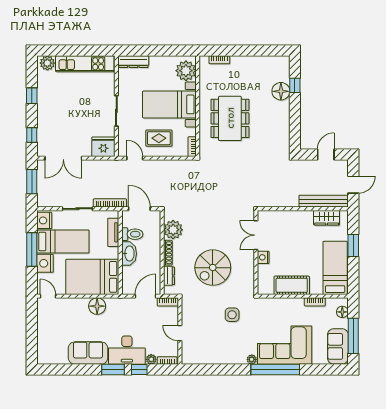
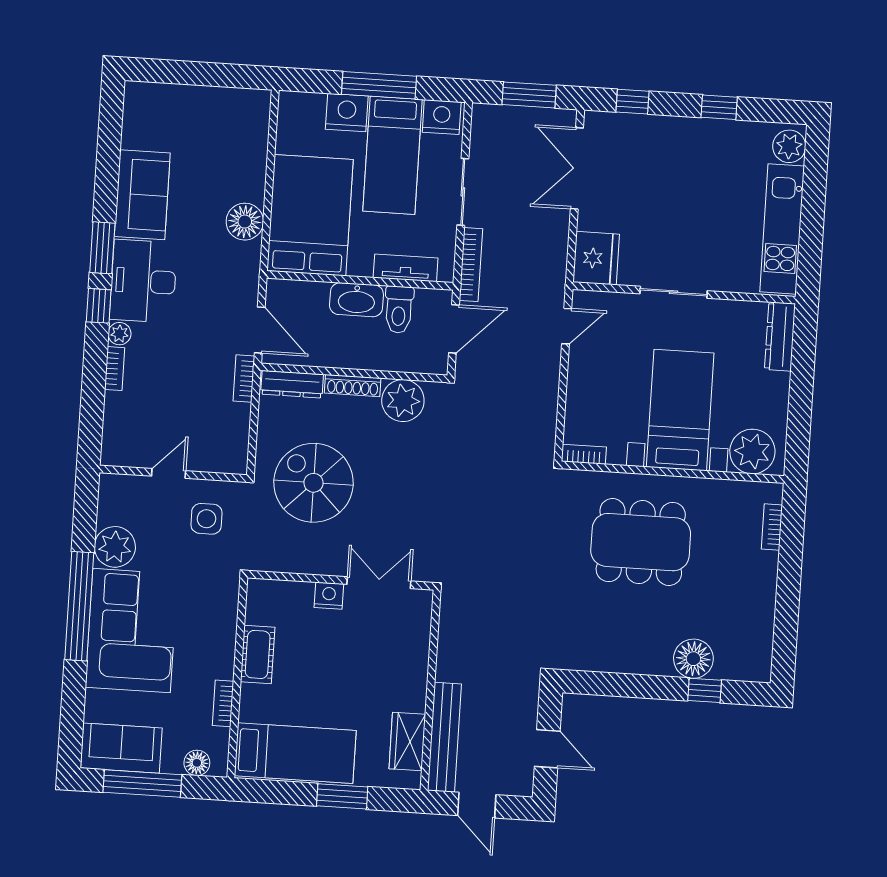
rug: (159, 138) -> (607, 382), removed
dresser: (169, 276) -> (292, 384), width x1.44
cot: (292, 285) -> (258, 654), width x0.73, depth x0.75
door: (48, 296) -> (274, 114), removed
wall: (180, 331) -> (173, 474), moved
door: (180, 333) -> (169, 473), moved
plant: (252, 359) -> (115, 547), width x1.88, depth x1.88

